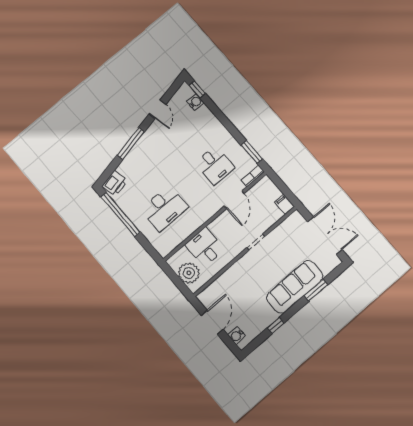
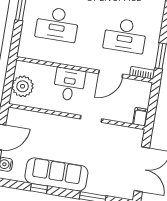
desk: (215, 165) -> (125, 35), width x1.37
desk: (205, 247) -> (69, 84), moved
sofa: (295, 287) -> (56, 174), moved

